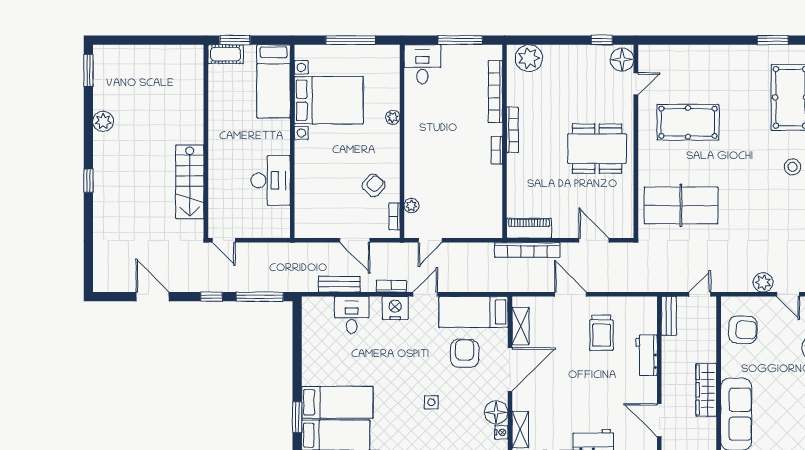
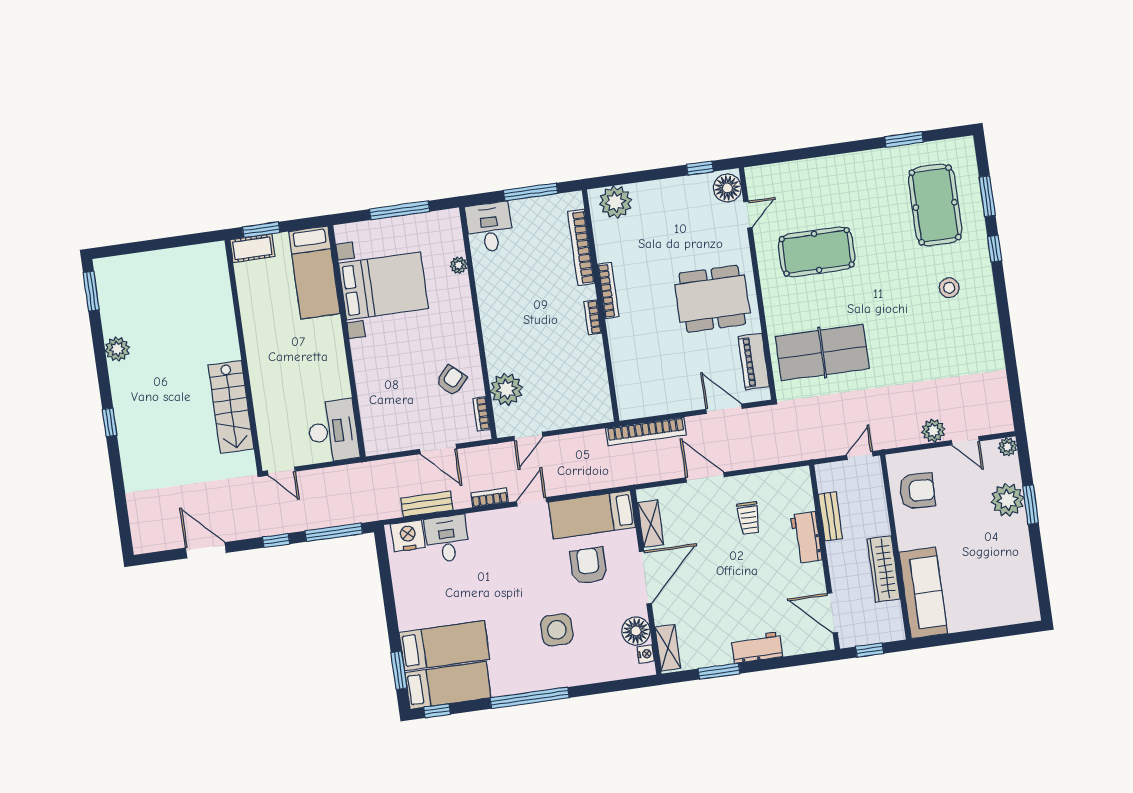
plant: (393, 117) -> (459, 265), moved
desk: (271, 180) -> (333, 431), moved
plant: (411, 206) -> (506, 389), width x1.88, depth x1.88
piano: (529, 228) -> (754, 362), moved, turned -90
nightstand: (395, 308) -> (408, 536), moved
bench: (669, 316) -> (831, 516), moved
trolley: (601, 333) -> (749, 518), width x0.73, depth x0.72
side table: (431, 402) -> (557, 630), width x1.87, depth x1.87

